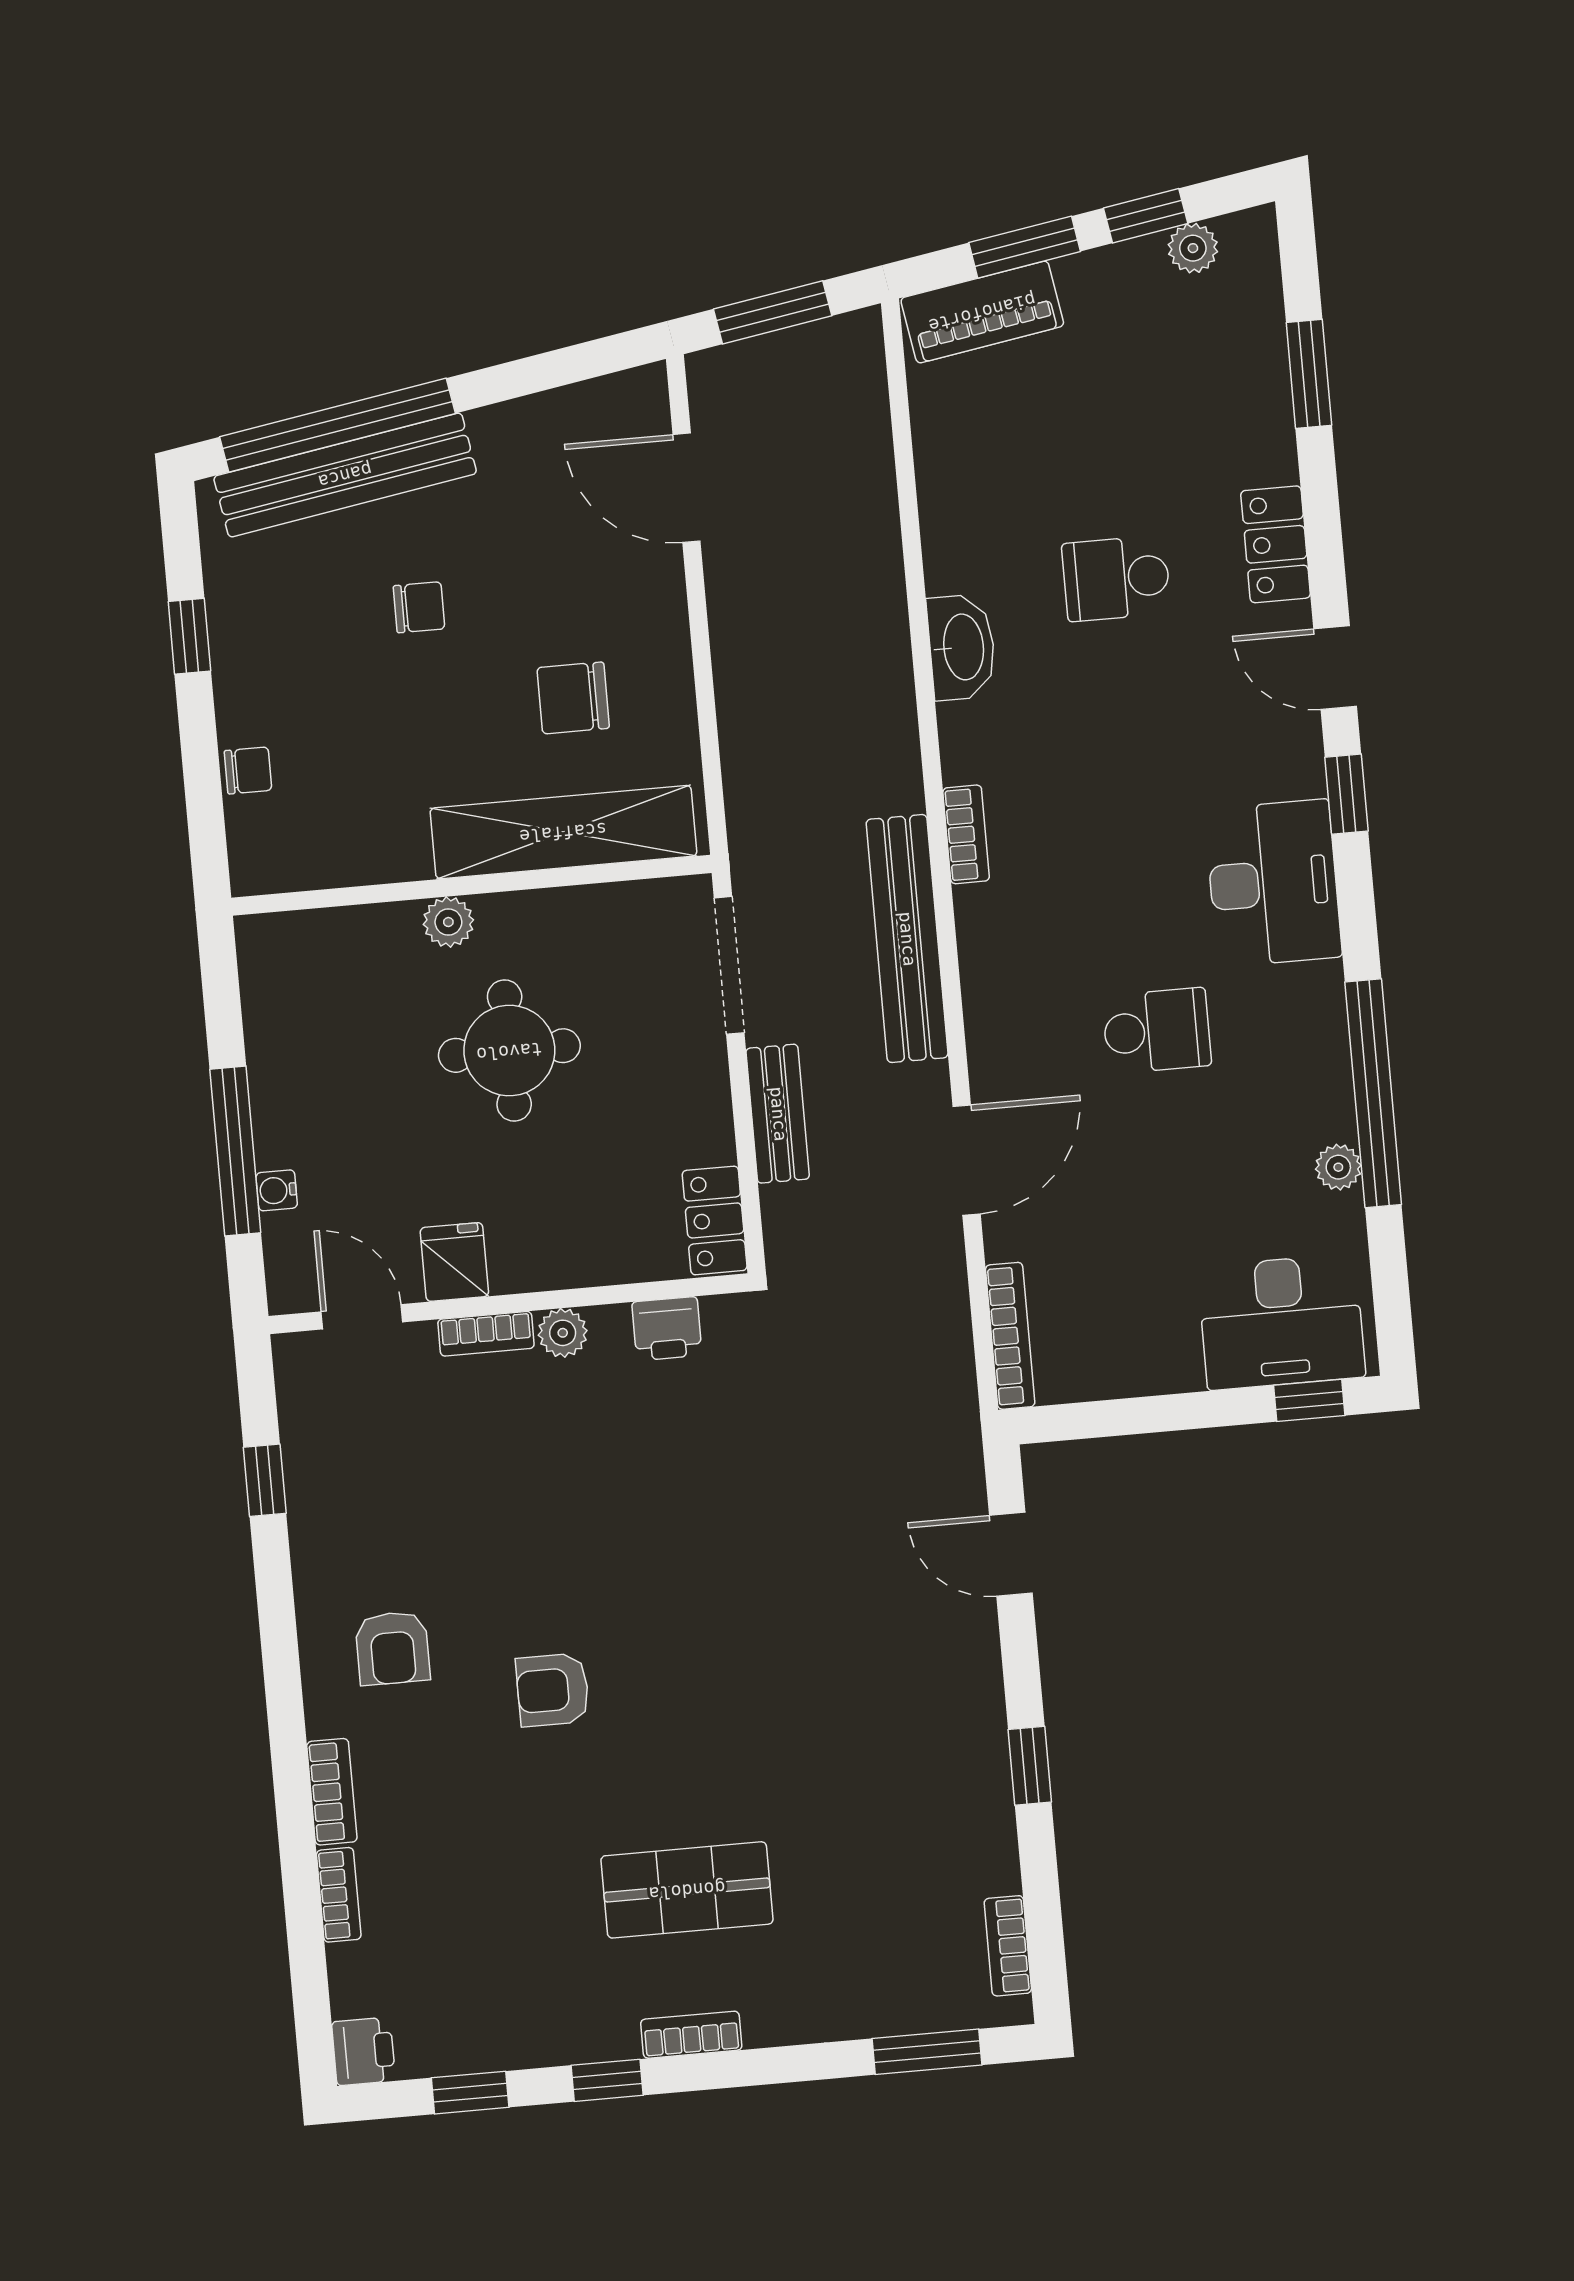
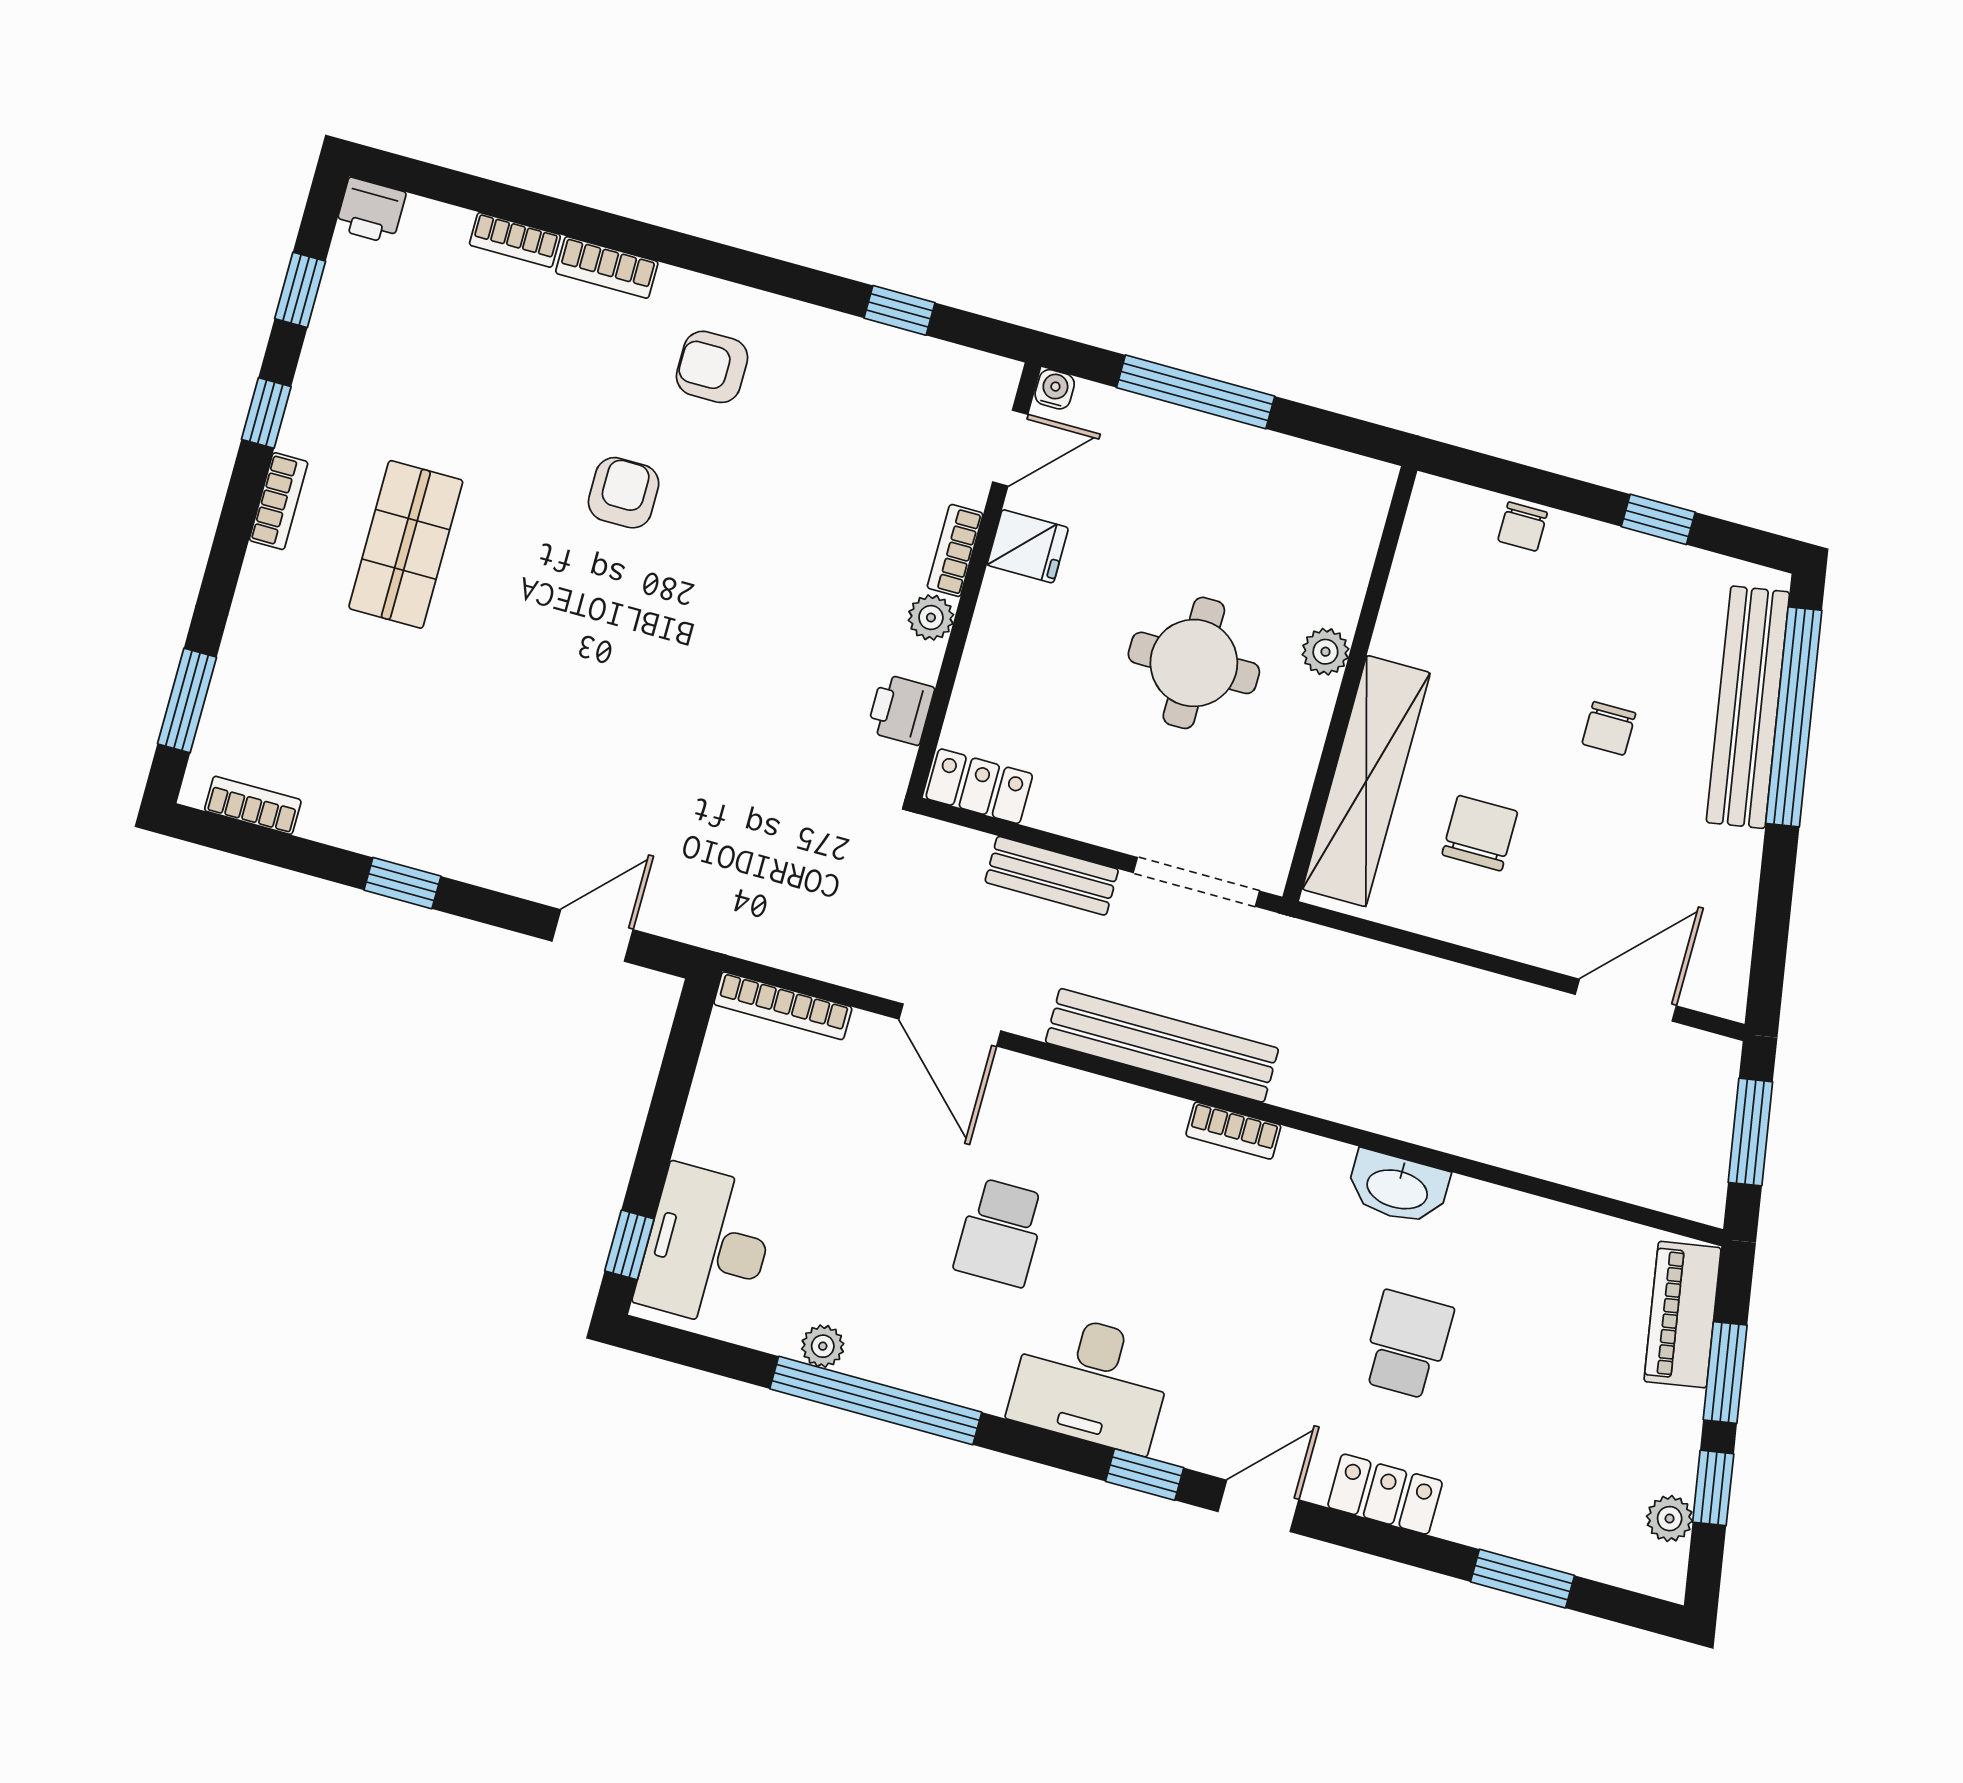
water cooler: (277, 1190) -> (1055, 389), moved

